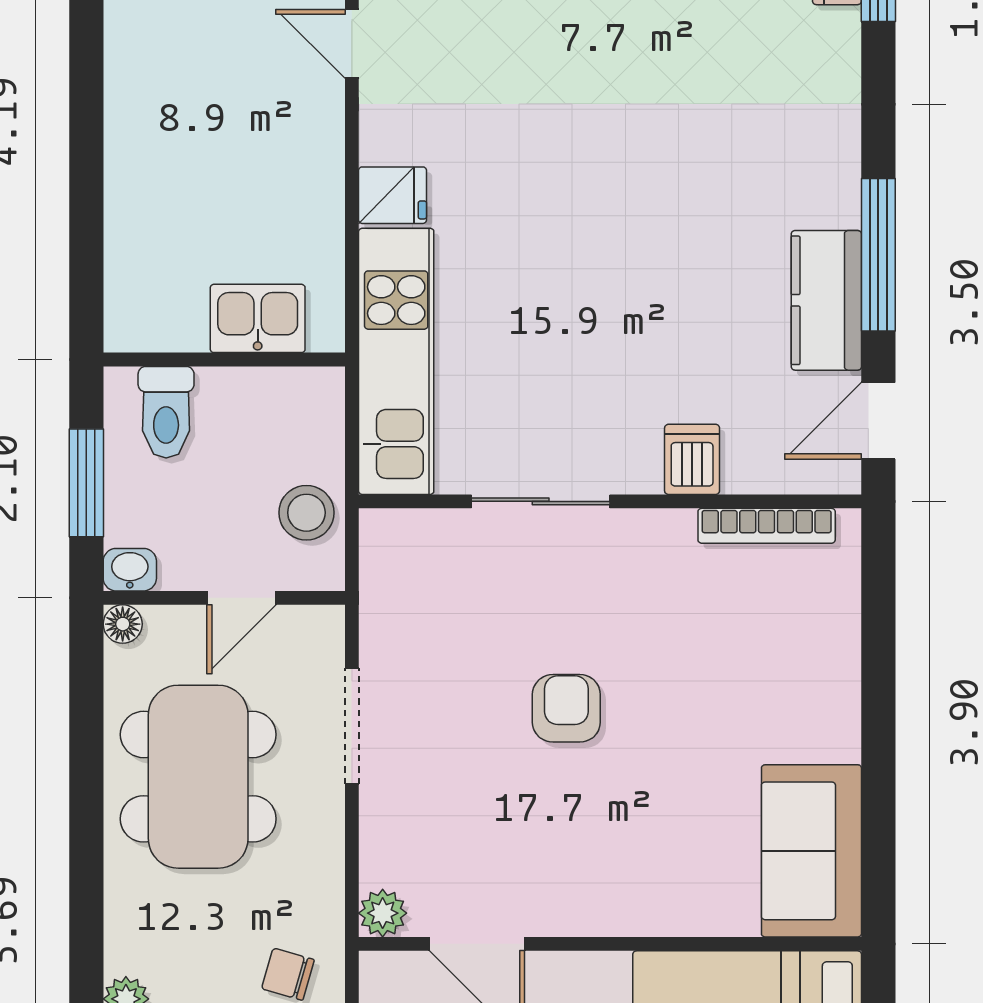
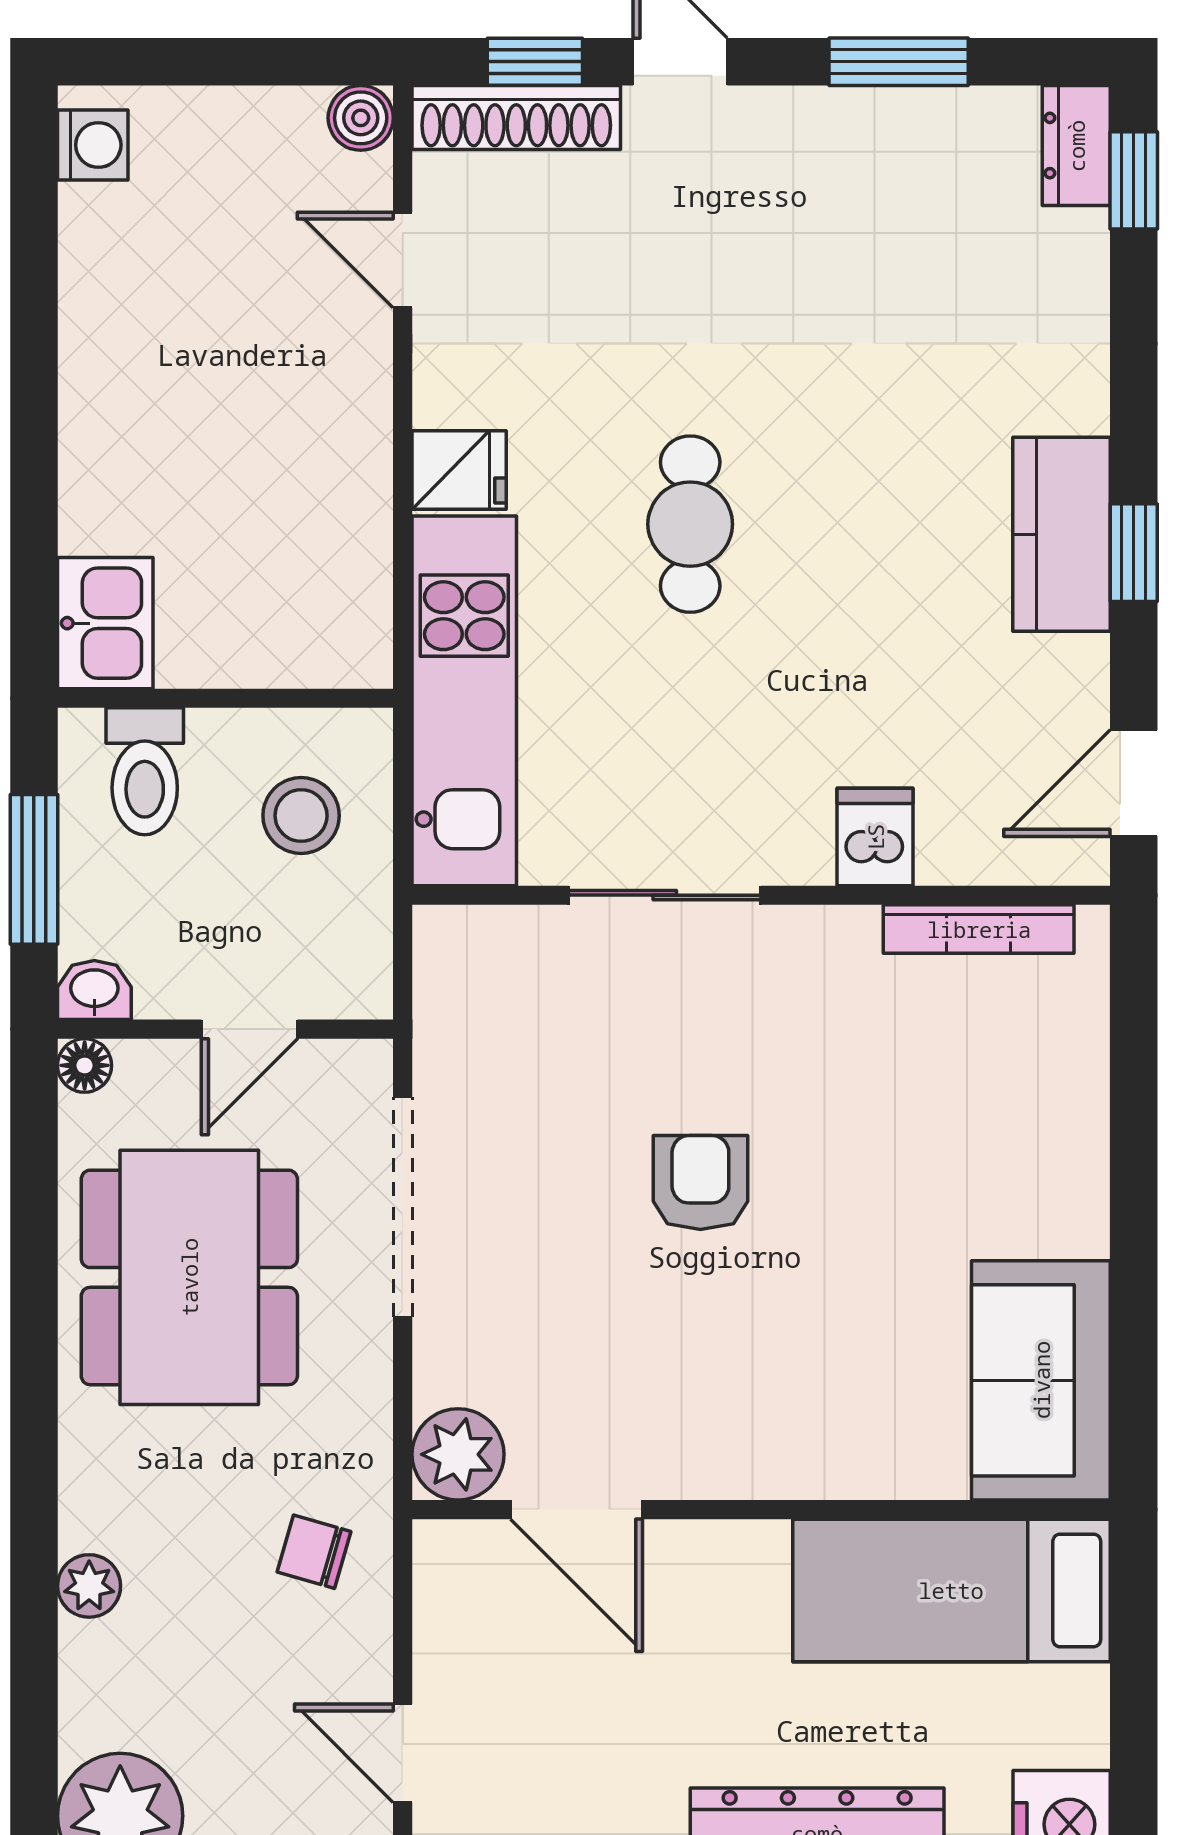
cafe table: (559, 234) -> (690, 524), added
window: (878, 255) -> (1134, 553), width x0.46
kitchen counter: (826, 300) -> (1062, 534), moved
kitchen sink: (258, 318) -> (105, 623), moved, turned 90
stool: (306, 513) -> (301, 816), moved
doorway: (352, 726) -> (403, 1207), width x1.36
plant: (383, 913) -> (458, 1454), width x1.38, depth x1.38

